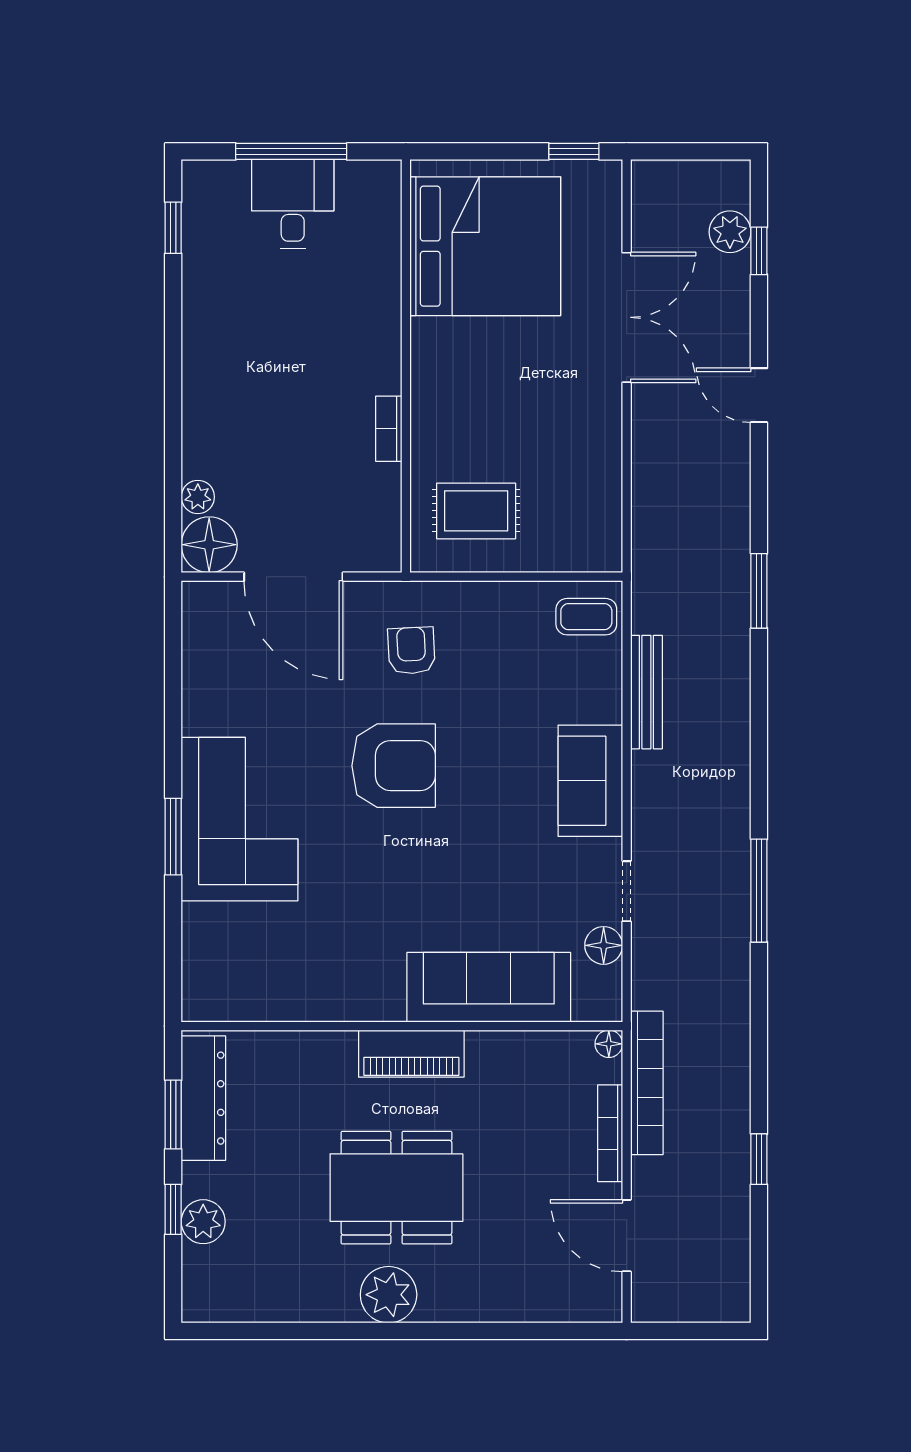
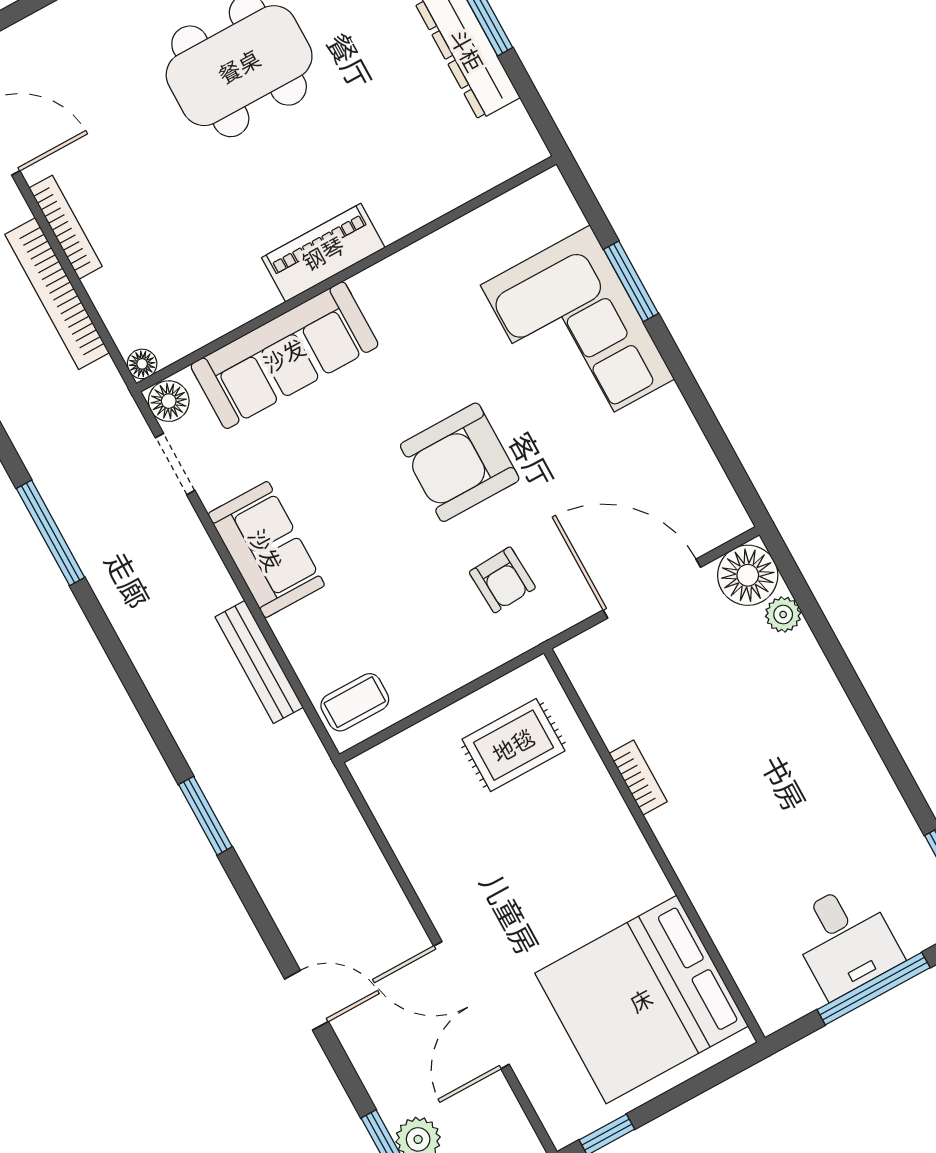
sofa: (489, 987) -> (284, 355), moved
wall: (402, 1026) -> (346, 274), moved
floor lamp: (609, 1044) -> (142, 364), moved
piano: (411, 1054) -> (323, 253), moved

